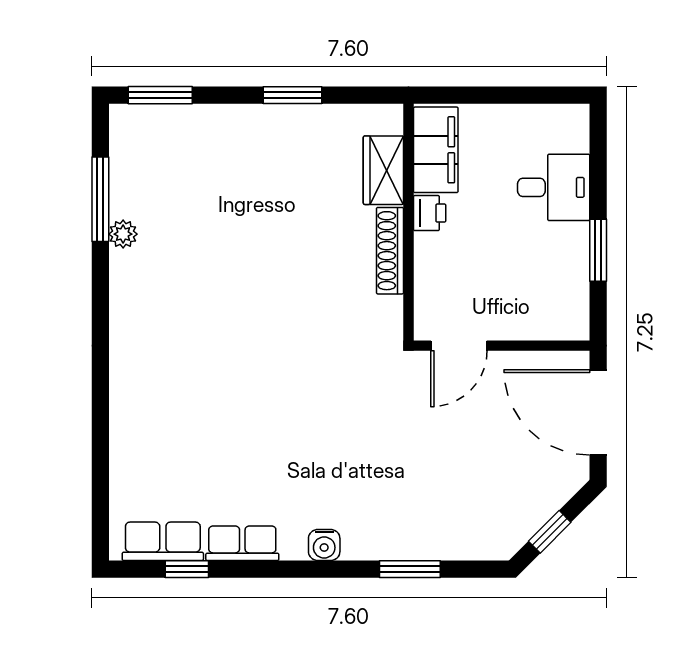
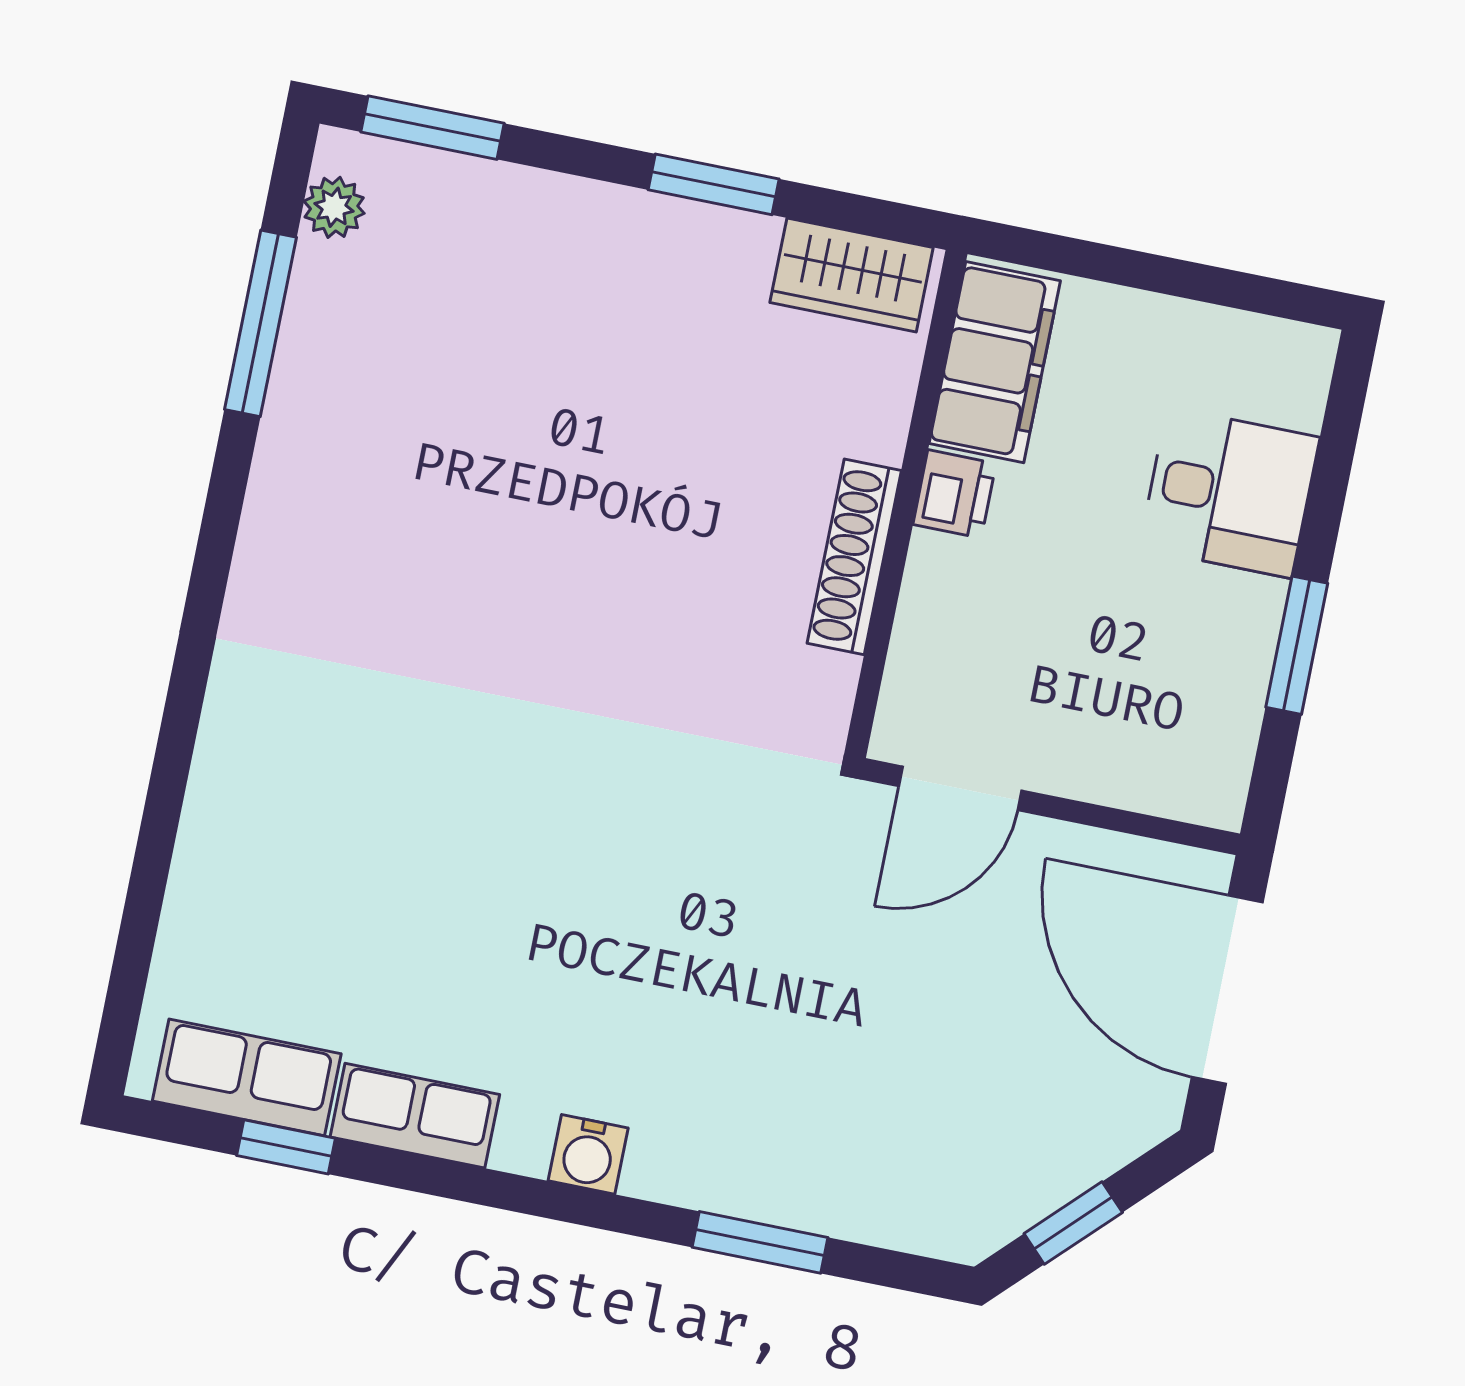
wardrobe: (383, 170) -> (852, 275), moved, turned -90
plant: (123, 234) -> (334, 207), moved

